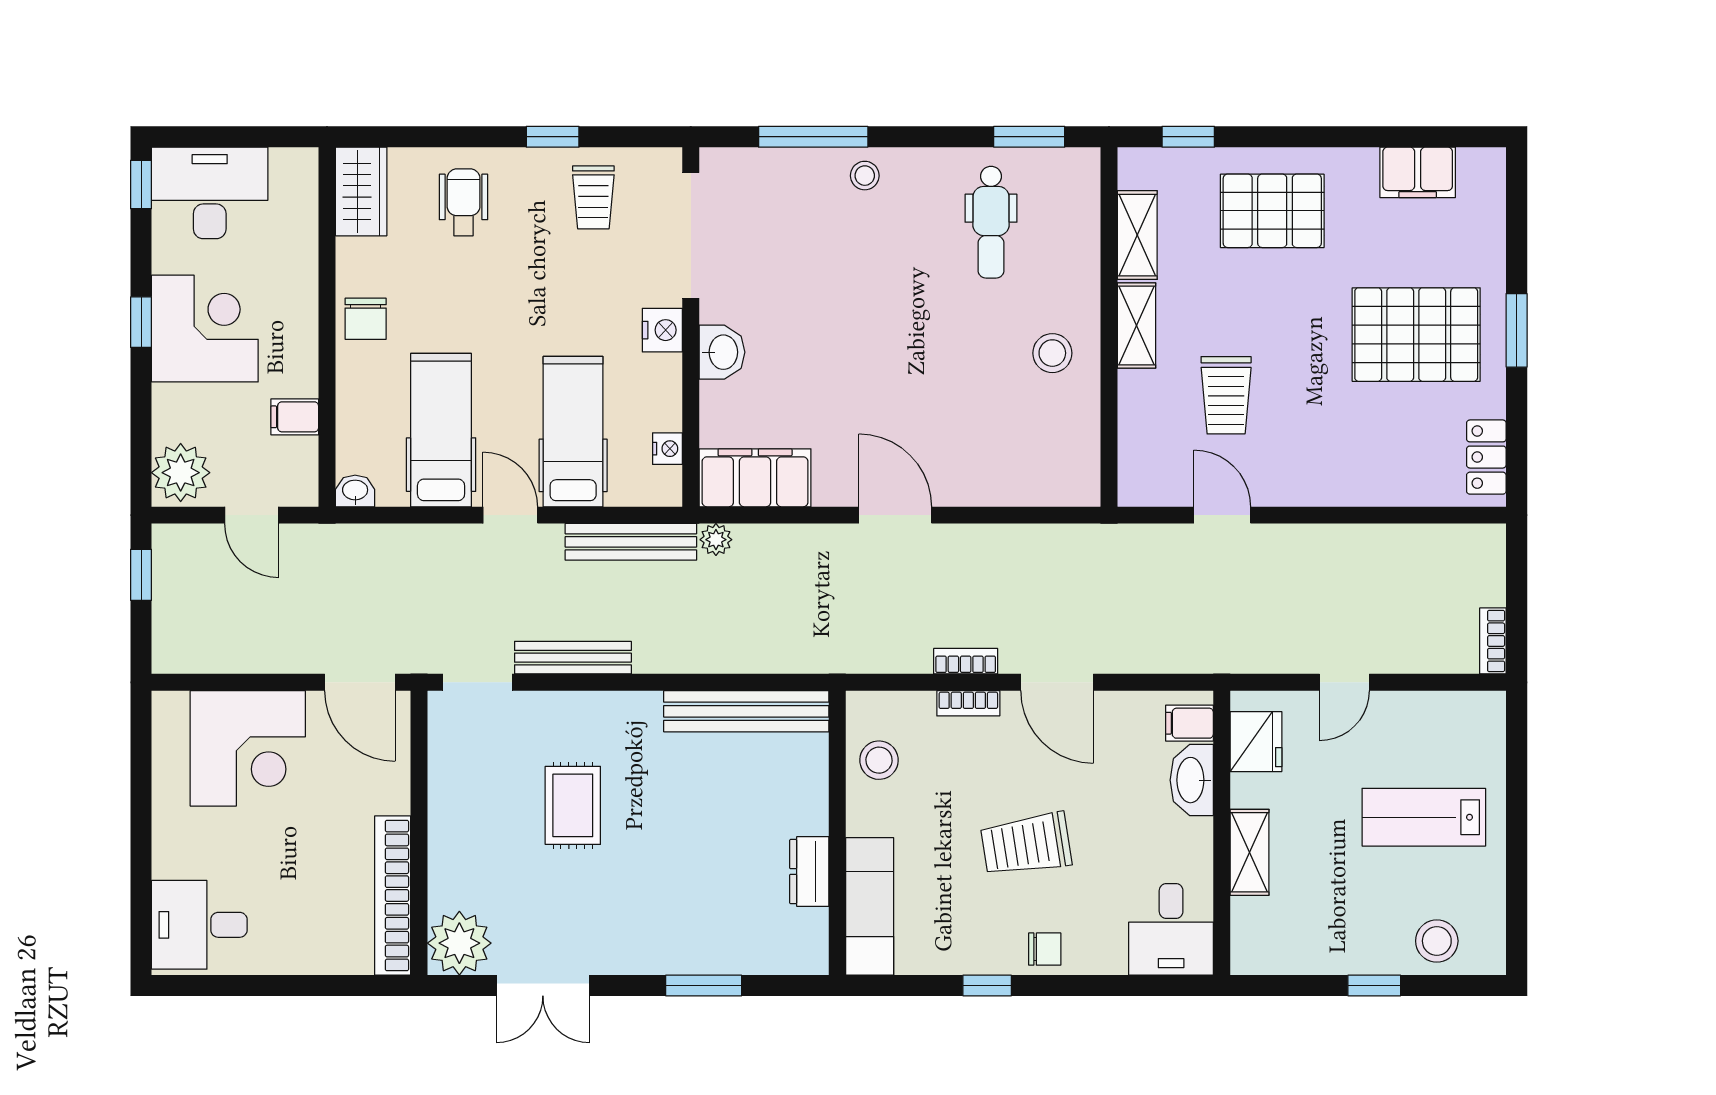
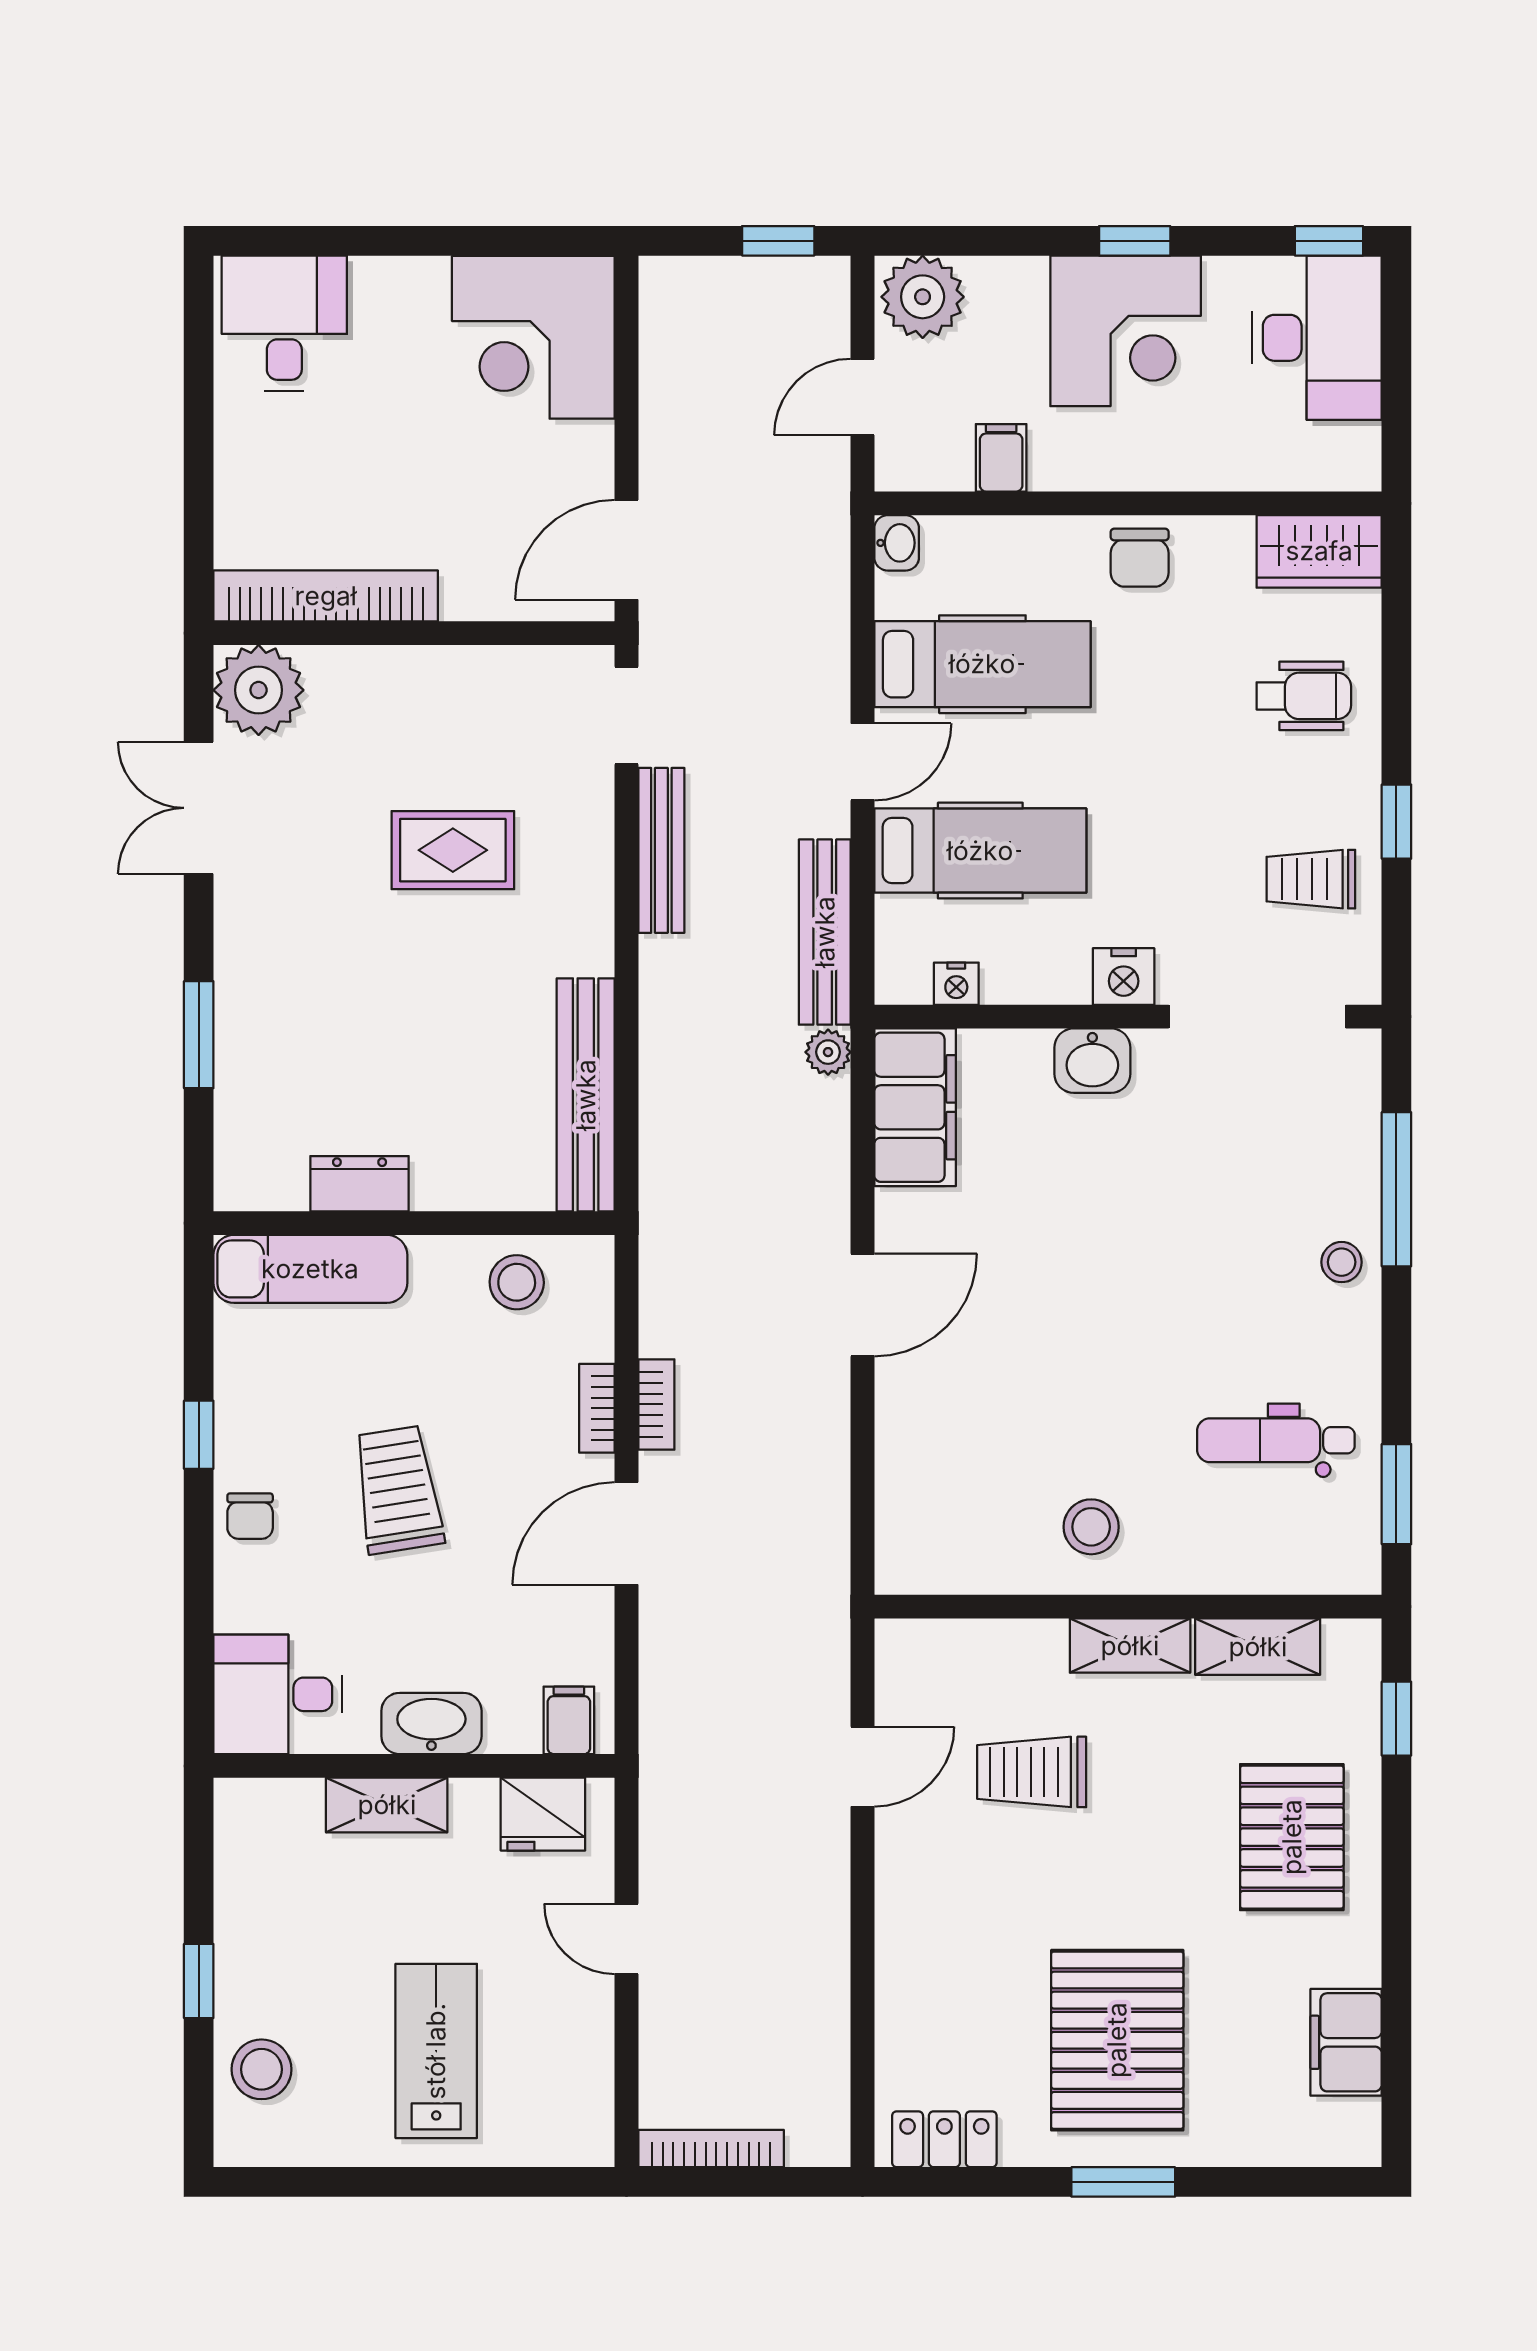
chair: (366, 319) -> (1140, 558), turned -90
bookcase: (1493, 641) -> (711, 2149), width x1.56
corner desk: (248, 748) -> (533, 337), moved
washbasin: (1192, 780) -> (431, 1723), moved

